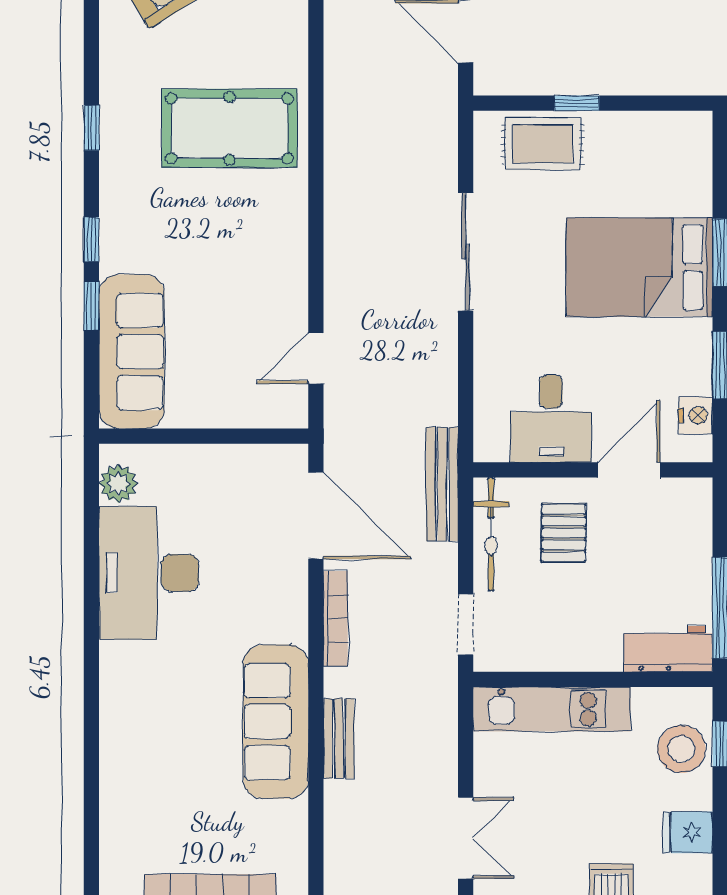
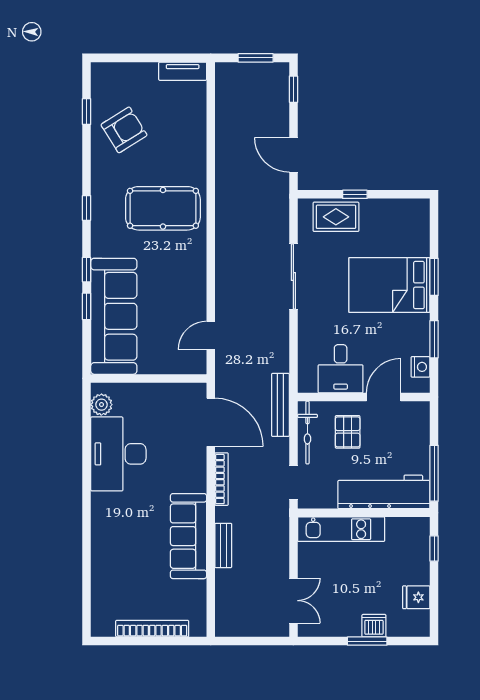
sofa: (132, 352) -> (114, 316), width x1.36, depth x1.27
workbench: (668, 649) -> (384, 492), width x1.88, depth x1.32
stool: (681, 749) -> (413, 551), removed

